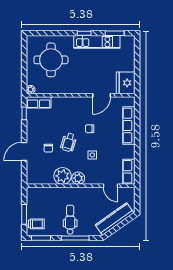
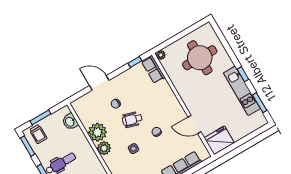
washbasin: (41, 193) -> (70, 122), added

